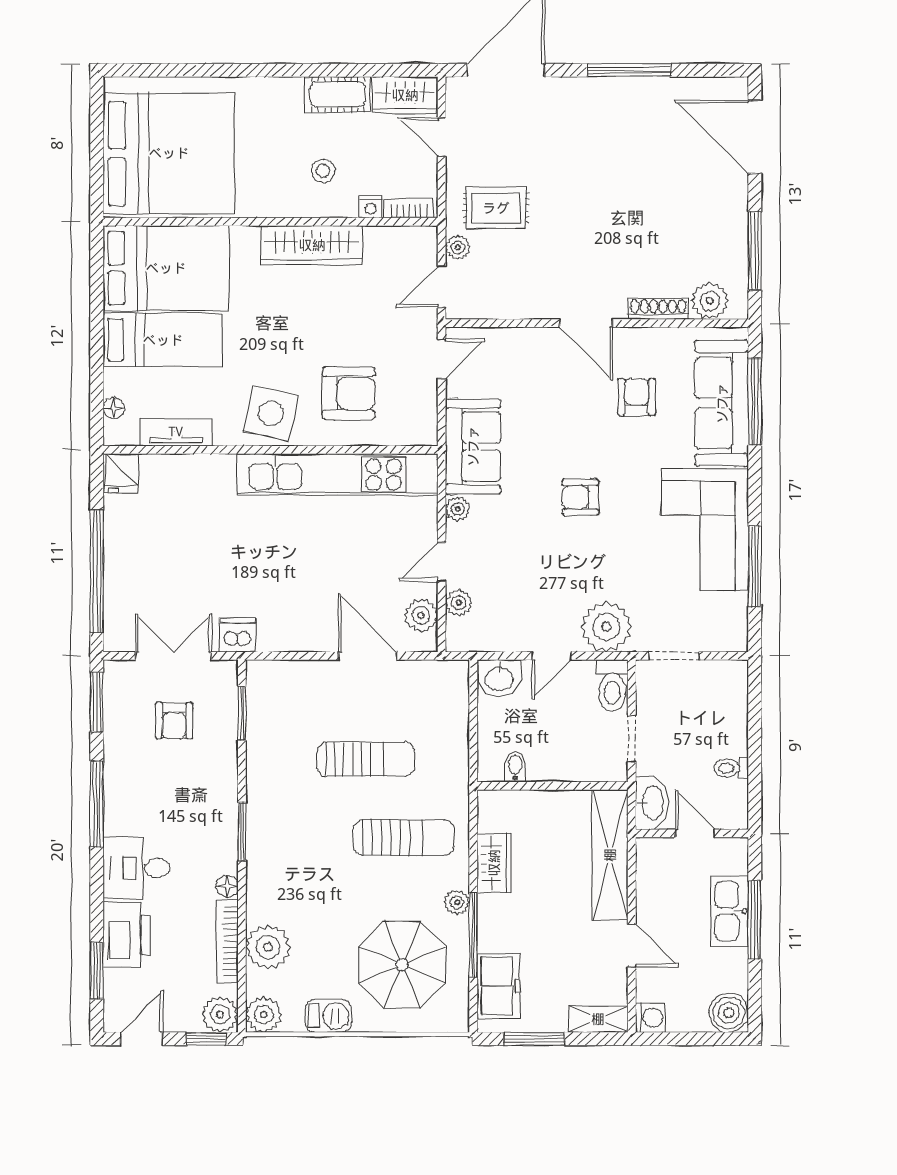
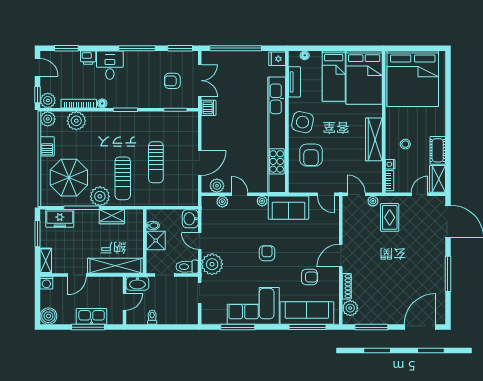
kitchen unit: (337, 474) -> (277, 135), width x1.36
shower: (550, 760) -> (156, 240), added
plant: (457, 902) -> (100, 196), width x1.87, depth x1.87
printer: (127, 935) -> (88, 58), width x0.53, depth x0.68

